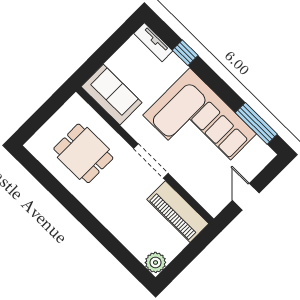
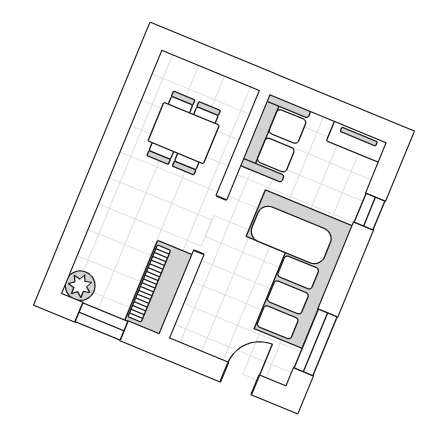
tv unit: (153, 42) -> (357, 142), moved, turned -90
door: (246, 197) -> (240, 379), moved
window: (185, 258) -> (102, 322), added

